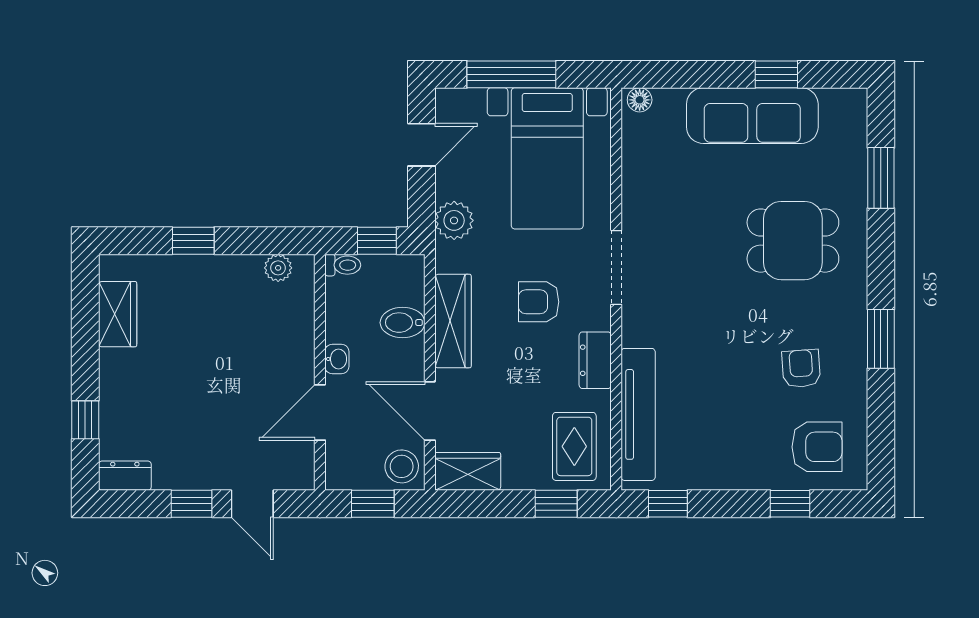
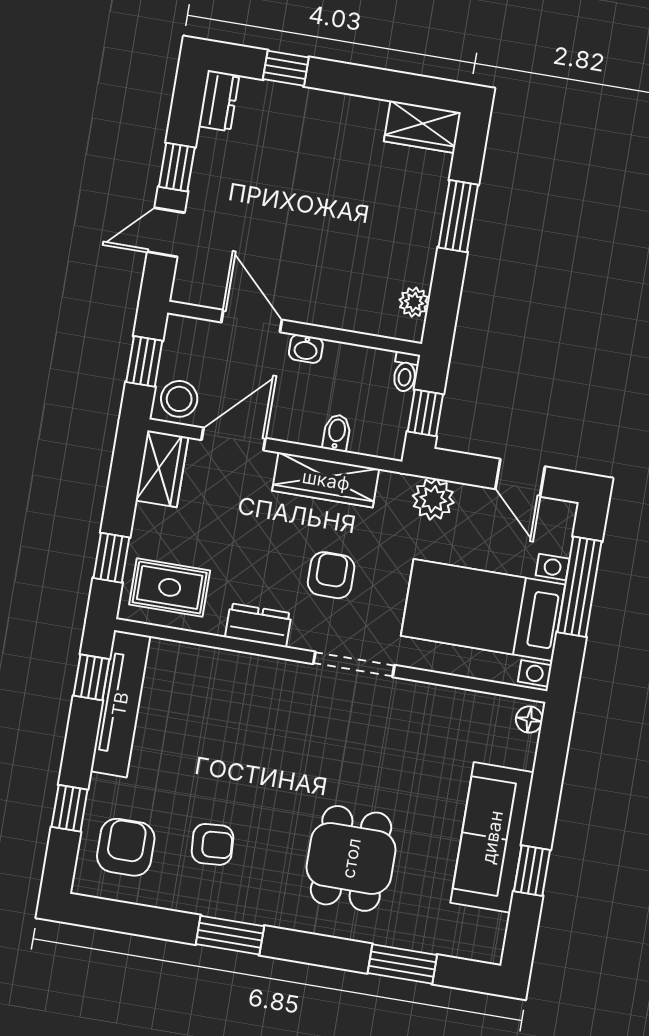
window: (193, 241) -> (458, 216), width x1.50
wardrobe: (118, 314) -> (422, 127), moved
bidet: (403, 323) -> (337, 433), width x0.72, depth x0.74
tv unit: (638, 414) -> (120, 704), moved, turned -90
armchair: (817, 447) -> (126, 847), turned 180

